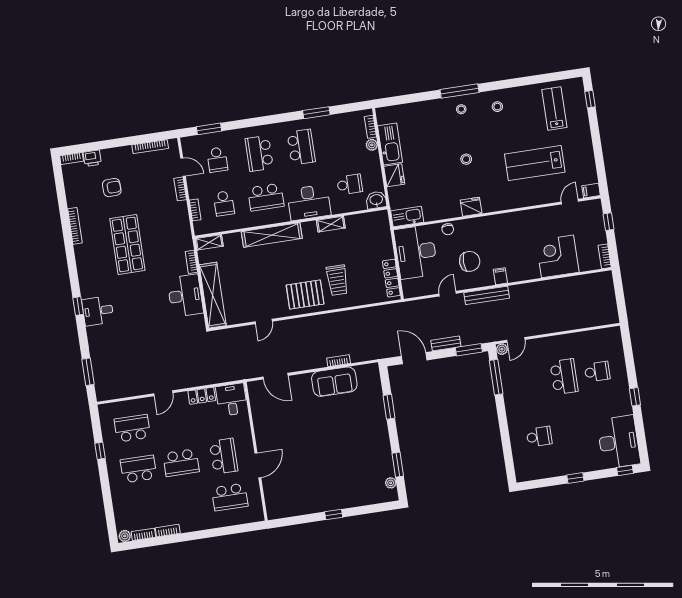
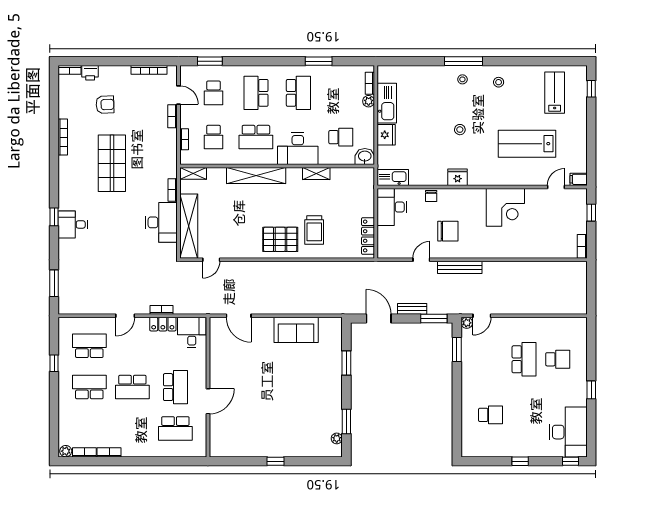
desk: (416, 252) -> (392, 207), width x0.73, depth x0.77
corner desk: (558, 256) -> (505, 207), moved, turned 180
filing cabinet: (500, 276) -> (476, 250), removed
door: (264, 321) -> (211, 260), moved
bookcase: (339, 361) -> (162, 310), moved
window: (496, 377) -> (457, 350), width x0.69

